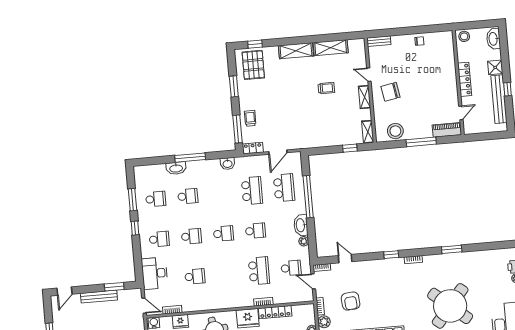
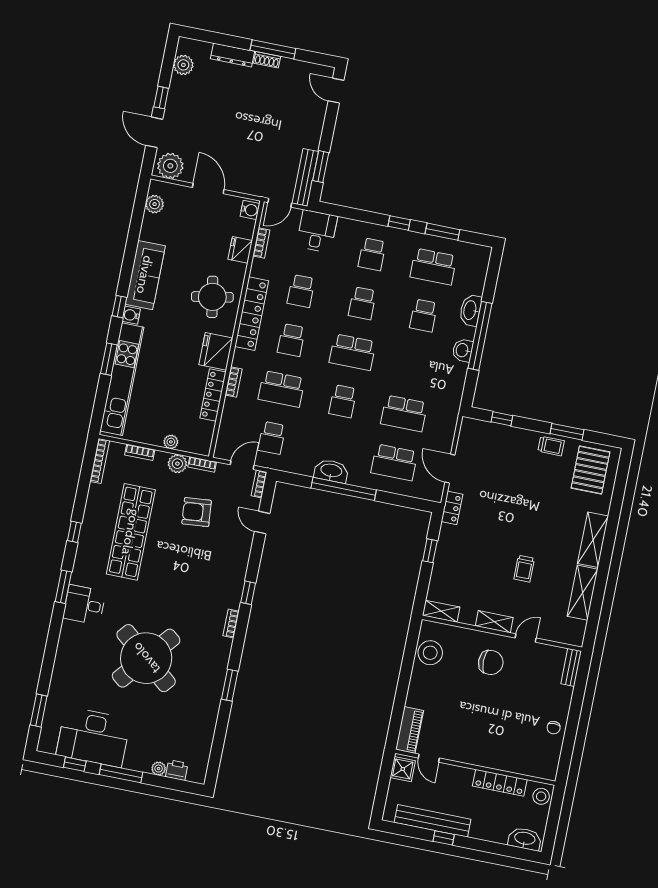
window: (255, 44) -> (621, 482), removed
pallet: (253, 65) -> (590, 470), turned 90
shower: (495, 67) -> (403, 769), moved
locker: (465, 79) -> (500, 783), moved
chair: (390, 92) -> (491, 663), turned 100
trolley: (250, 118) -> (551, 446), moved
window: (238, 129) -> (502, 419), width x0.46
window: (421, 142) -> (403, 686), removed
locker: (253, 148) -> (452, 508), moved
window: (350, 148) -> (430, 551), moved
window: (190, 158) -> (480, 336), width x1.46
washbasin: (228, 164) -> (463, 350), moved
window: (308, 197) -> (344, 489), moved
school desk: (156, 199) -> (433, 267), width x1.85
school desk: (223, 234) -> (353, 352), width x1.85
plant: (304, 241) -> (306, 468), removed
door: (345, 259) -> (262, 523), swing flipped
desk: (155, 273) -> (317, 231), width x0.73
school desk: (227, 274) -> (291, 340), added
bench: (99, 297) -> (305, 177), moved
locker: (218, 303) -> (252, 314), added

